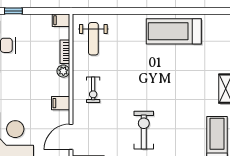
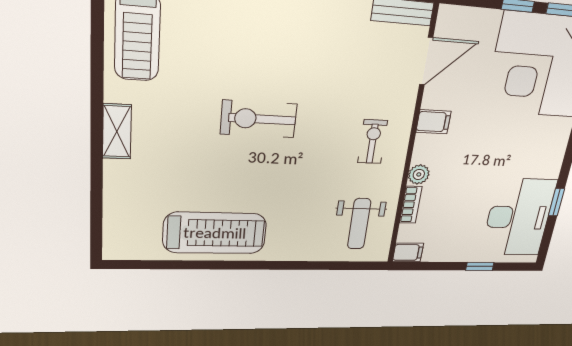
weight bench: (93, 39) -> (359, 224), turned 180
exercise bike: (144, 130) -> (259, 119), moved, turned 90

